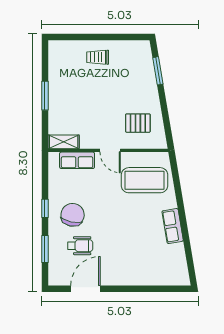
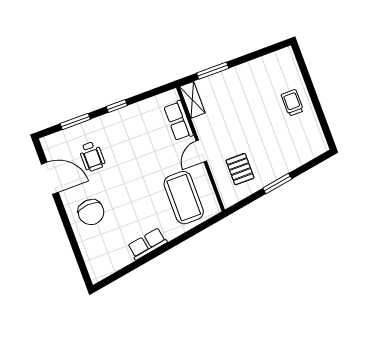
window: (158, 71) -> (277, 183), moved
window: (45, 96) -> (213, 71), moved
chair: (73, 215) -> (91, 212), moved, turned 74

